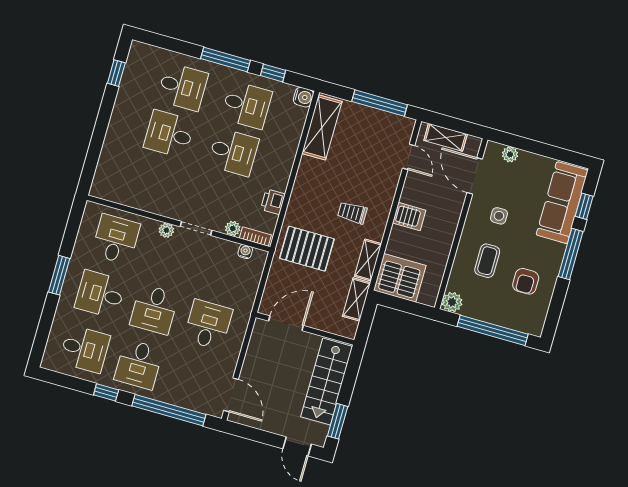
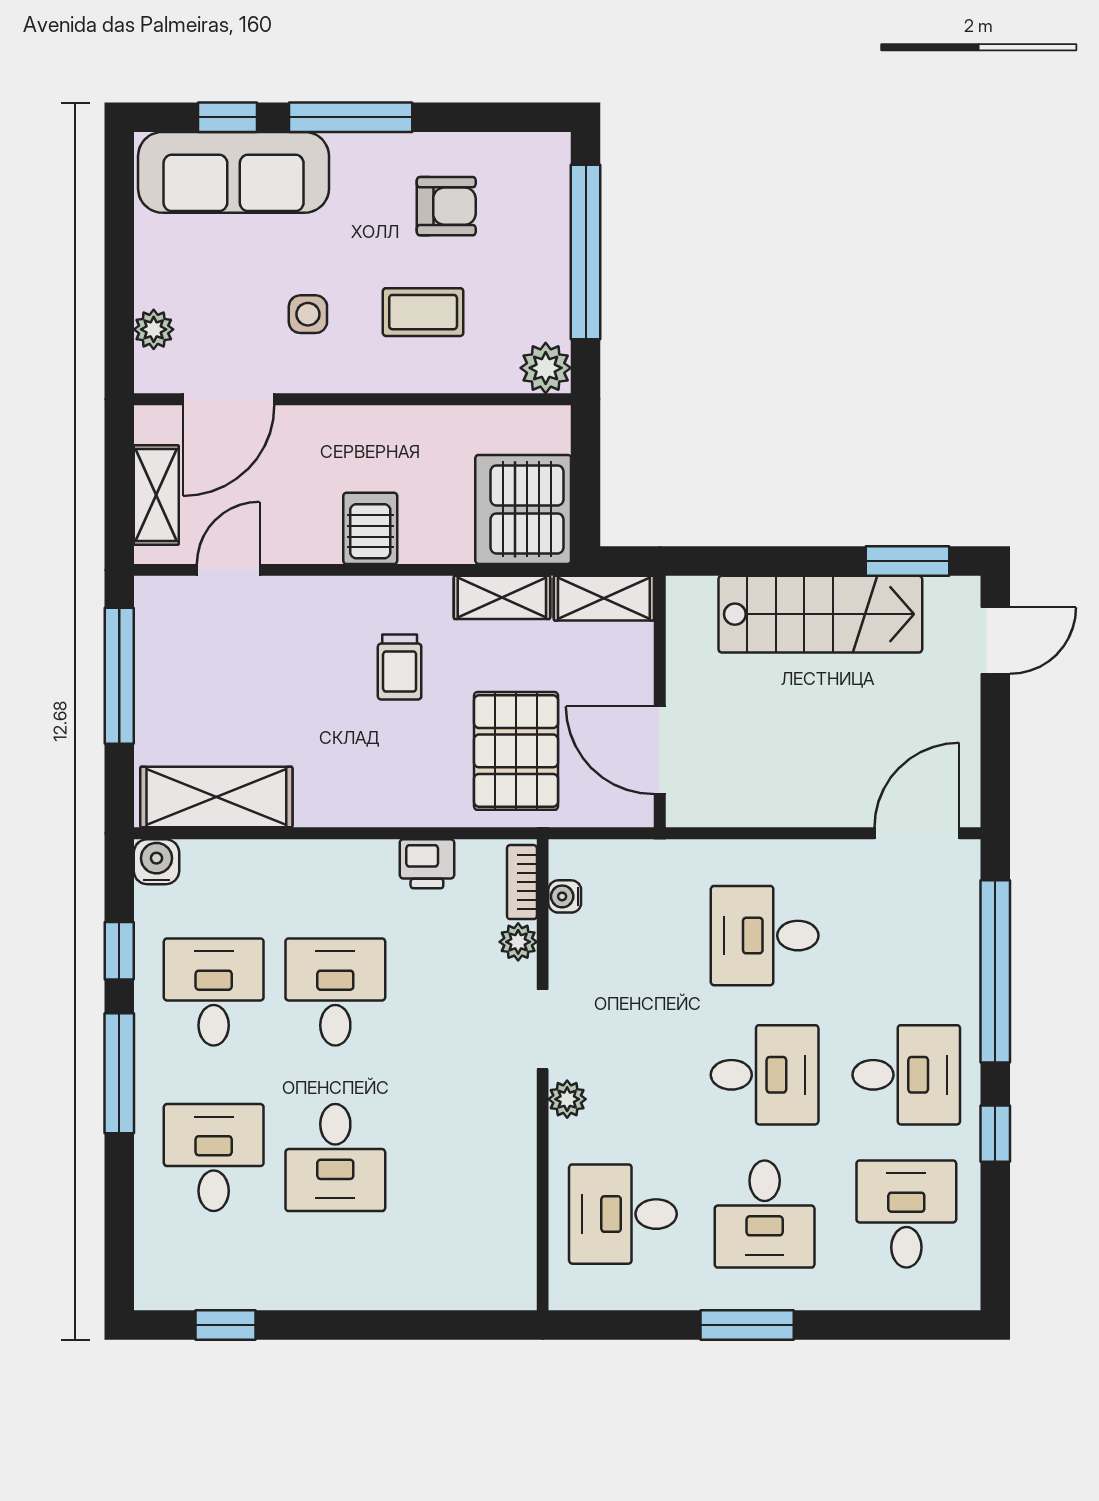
door: (286, 323) -> (660, 750), moved
wall: (305, 329) -> (660, 702), moved

